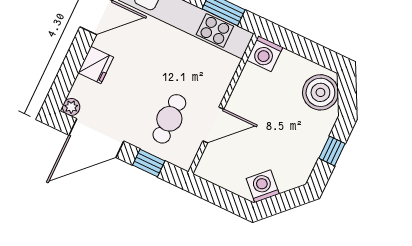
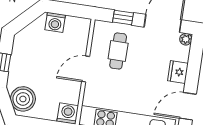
door: (213, 125) -> (86, 69), moved
washing machine: (263, 186) -> (55, 22), moved, turned 45

